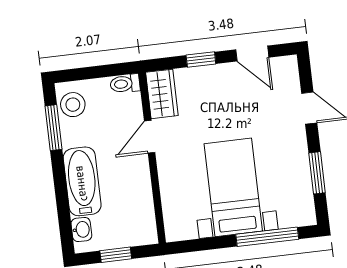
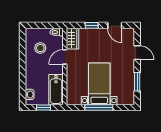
stool: (73, 105) -> (40, 48), moved
window: (54, 128) -> (23, 48), removed
bathtub: (82, 181) -> (56, 90), moved, turned 180
window: (267, 237) -> (99, 107), moved

